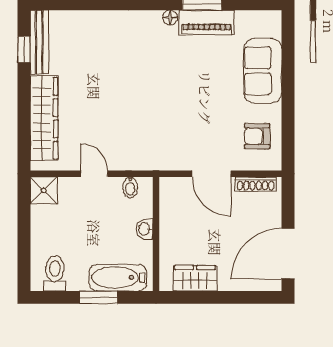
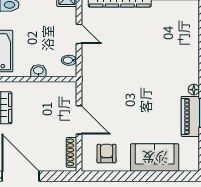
door: (94, 174) -> (79, 34), hinge flipped
door: (211, 174) -> (79, 120), swing flipped

